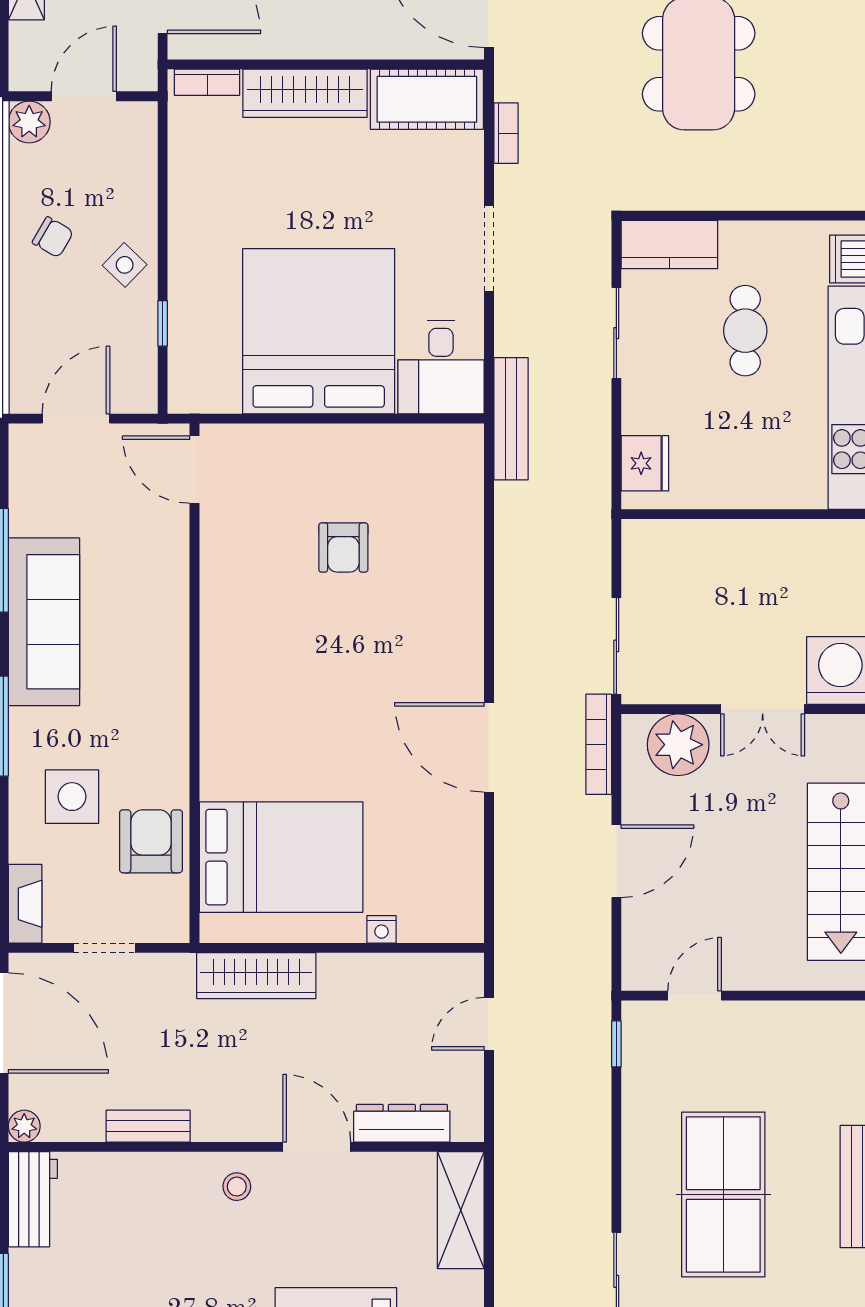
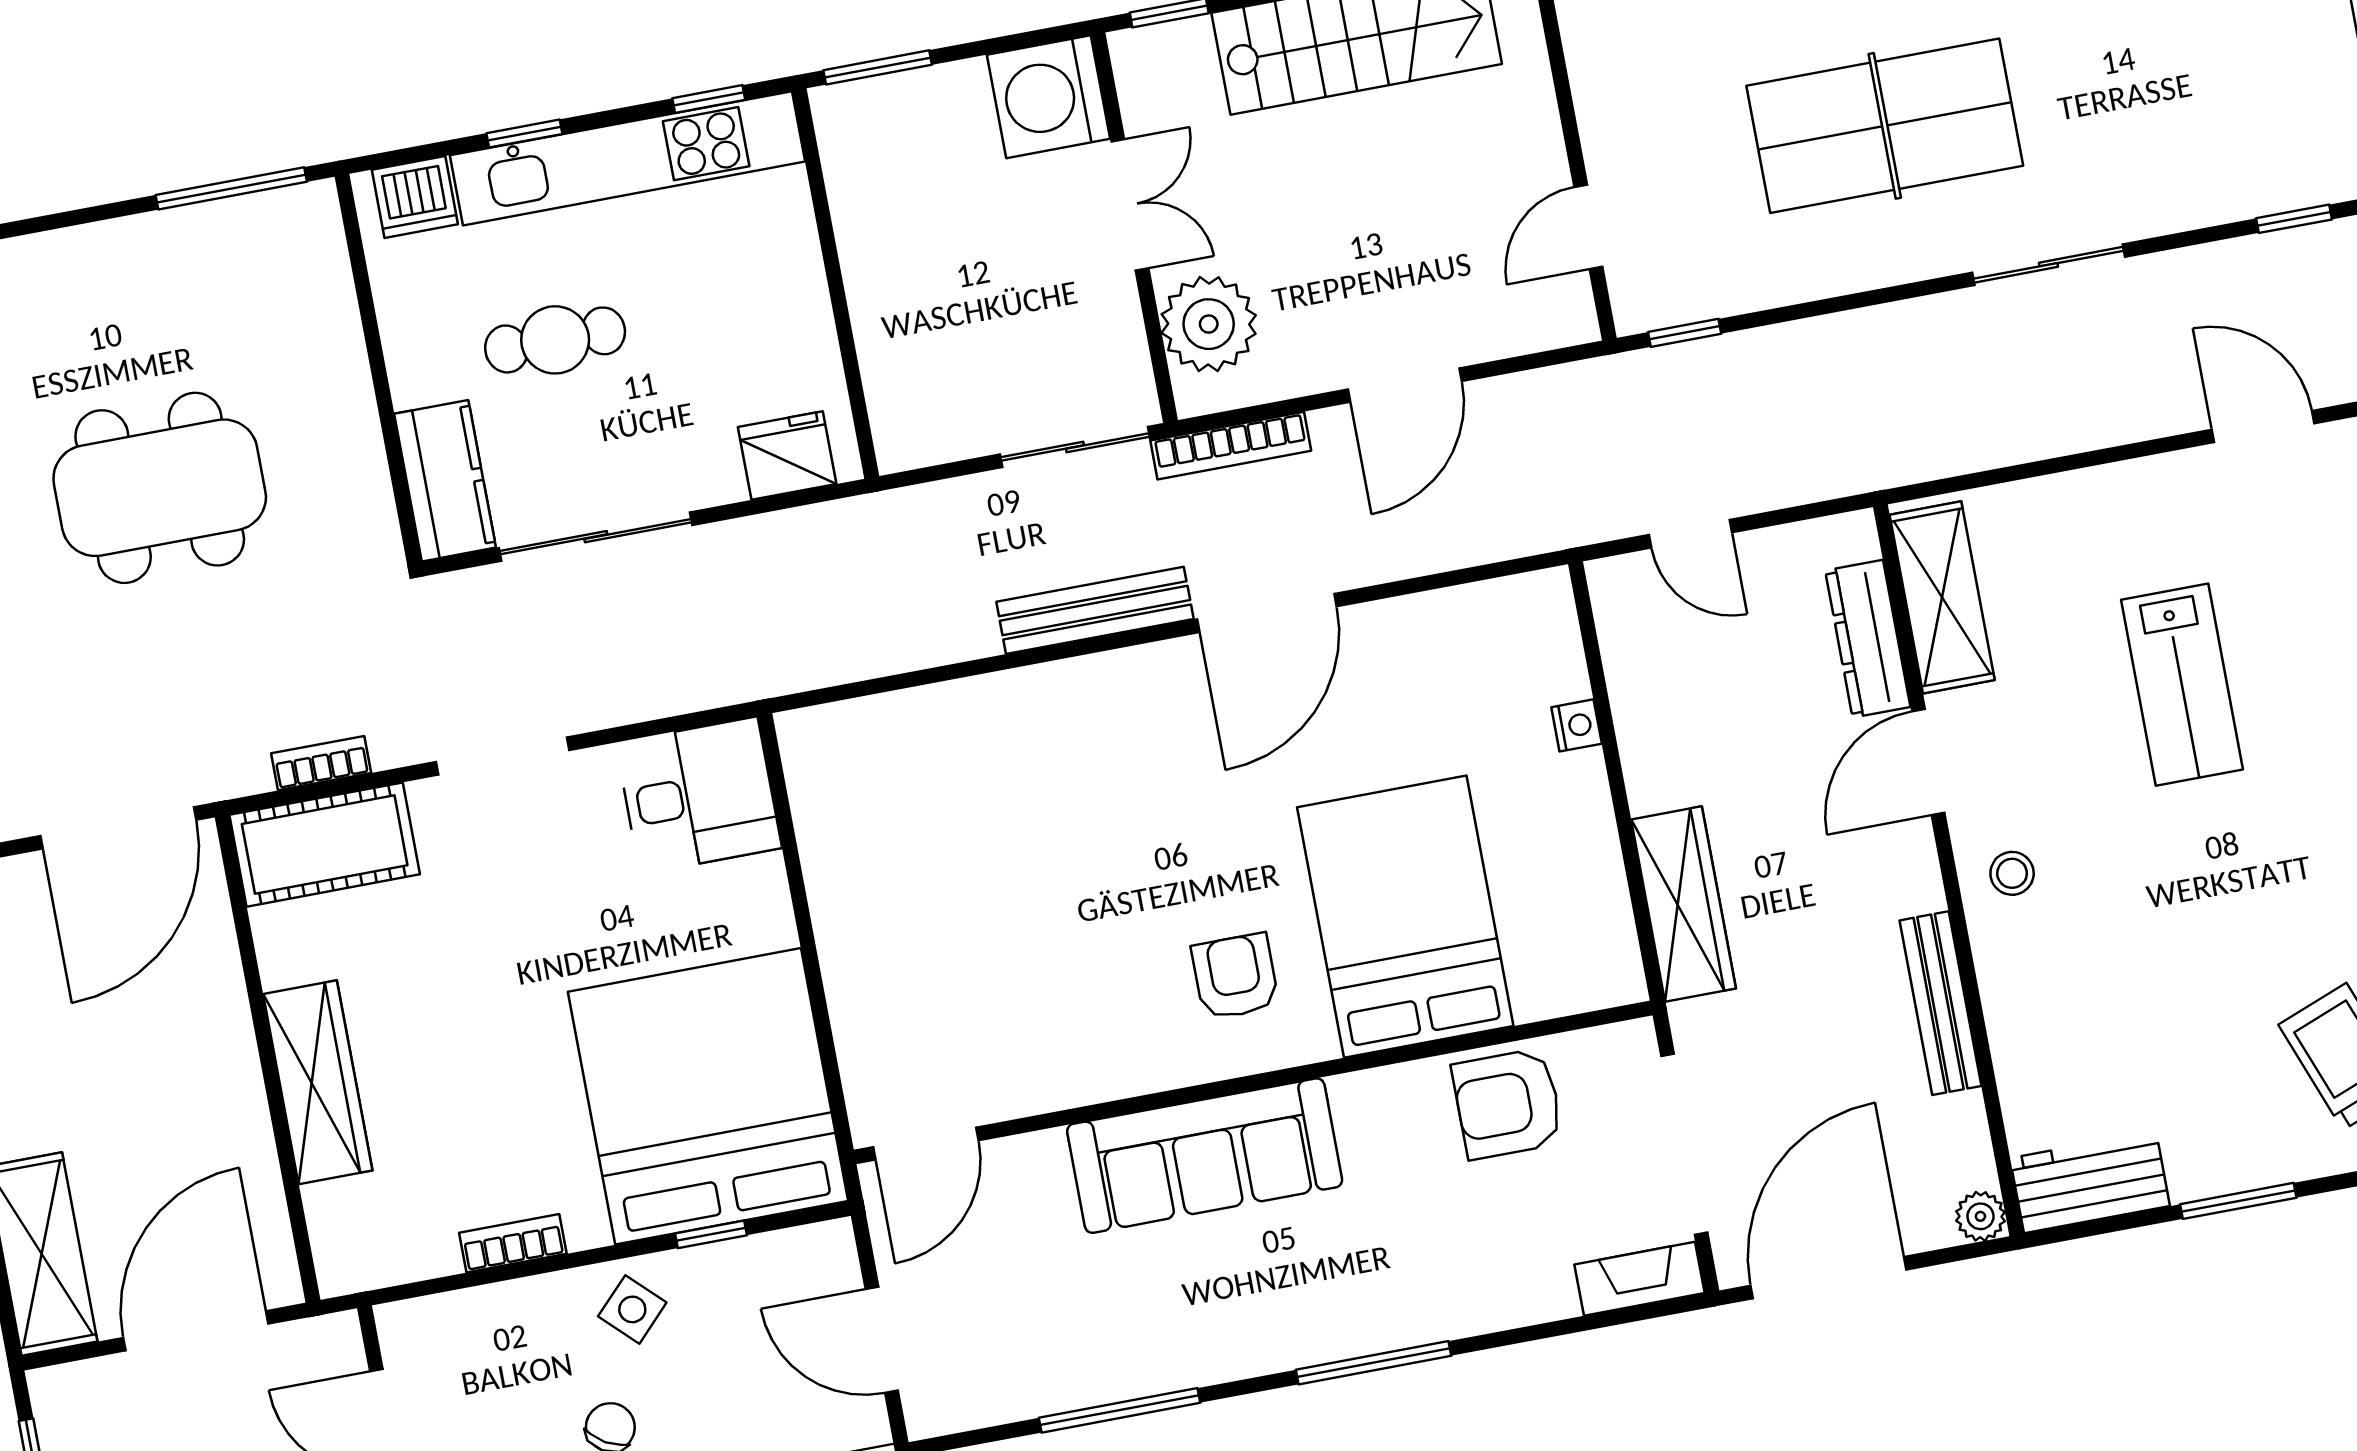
bookcase: (207, 82) -> (513, 1243), moved, turned -90
cot: (427, 99) -> (325, 845), moved, turned 90
bed: (319, 331) -> (708, 1096), moved, turned 90
sliding door: (616, 333) -> (596, 537), width x1.37
bench: (511, 419) -> (1095, 610), moved
armchair: (343, 547) -> (1235, 976), moved, turned -90
sofa: (44, 622) -> (1205, 1156), moved, turned 180
side table: (72, 797) -> (1462, 1238), removed
bed: (281, 857) -> (1405, 917), moved
door: (616, 861) -> (1405, 385), swing flipped
doorway: (105, 948) -> (1684, 1144), width x1.88
door: (695, 996) -> (1588, 227), hinge flipped
bench: (148, 1126) -> (1940, 1003), width x1.36
shelving: (461, 1210) -> (1942, 597), moved, turned 90

